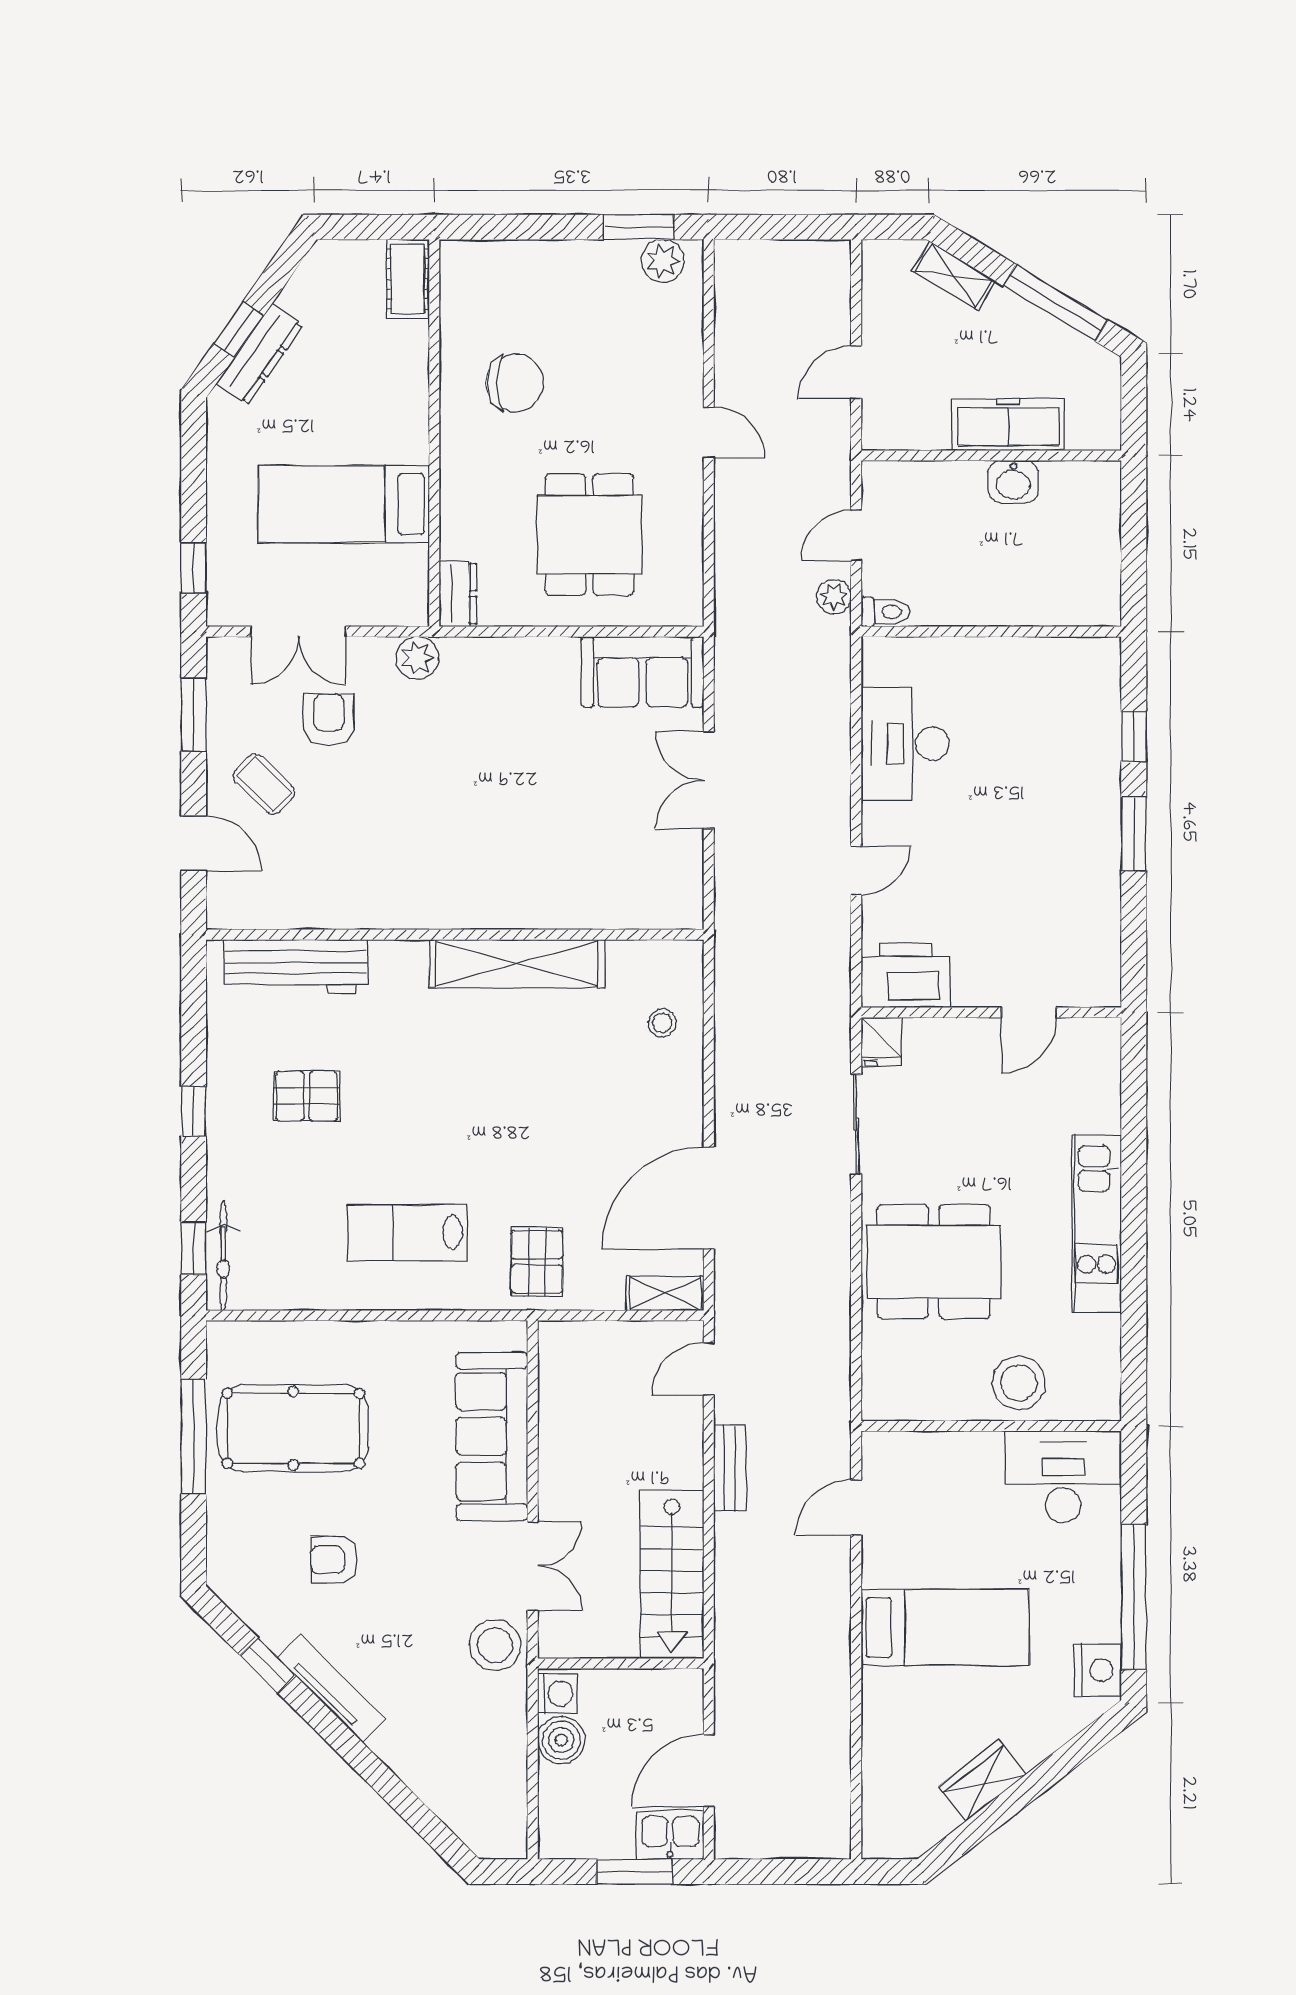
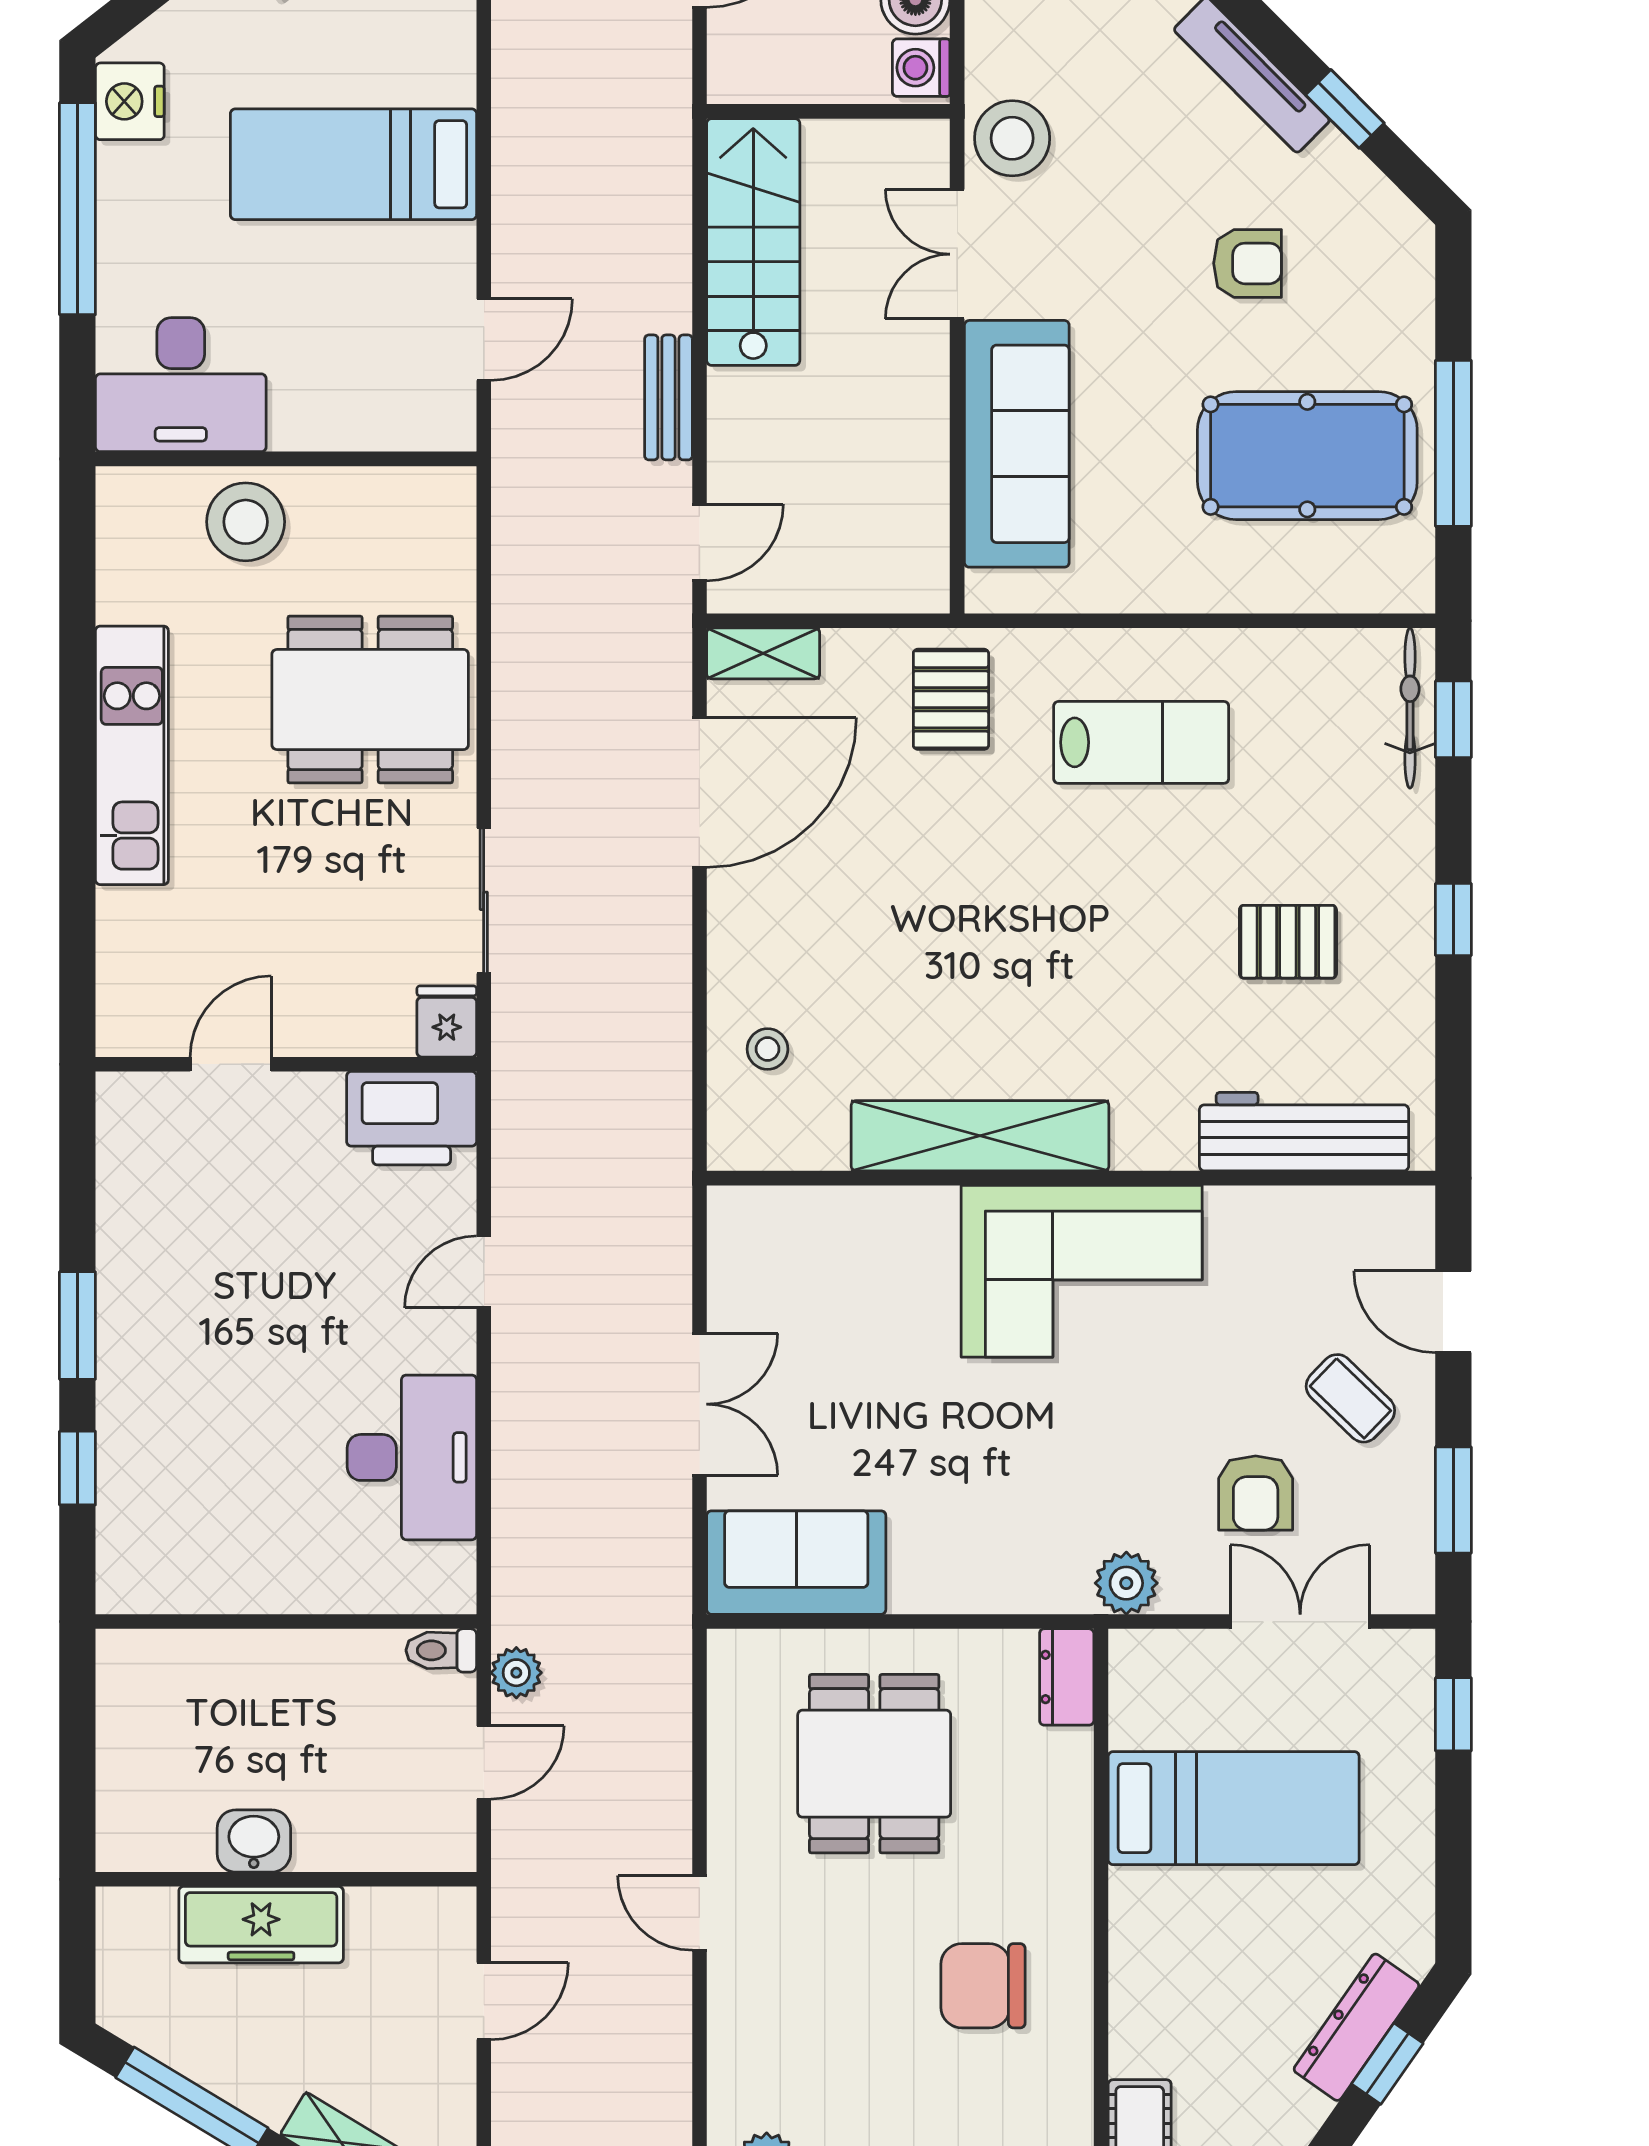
corner sofa: (448, 871) -> (1082, 1271), added

